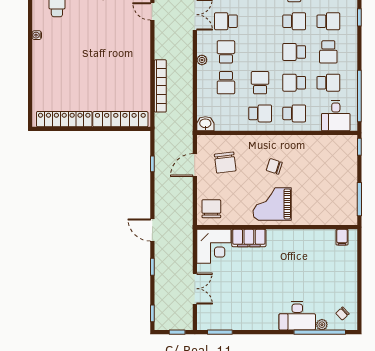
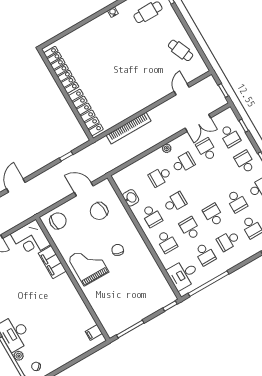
washbasin: (205, 124) -> (131, 198), moved

